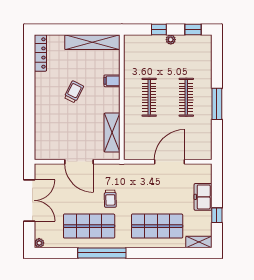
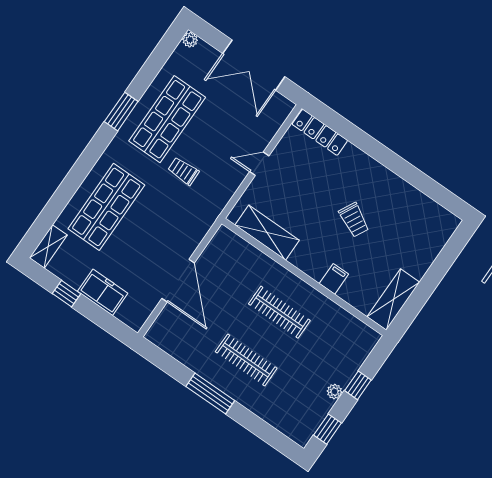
shelving: (92, 42) -> (393, 300), width x0.68
locker: (40, 53) -> (320, 132), moved
door: (79, 162) -> (259, 164), width x0.53
window: (102, 253) -> (121, 112), width x0.47

